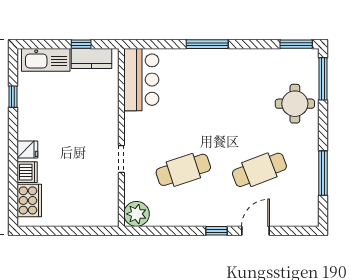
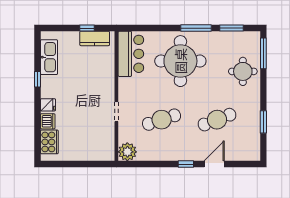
window: (207, 44) -> (196, 28), moved
window: (296, 44) -> (231, 28), moved
kitchen sink: (46, 60) -> (49, 57), moved, turned -90
round table: (209, 89) -> (180, 61), added
window: (13, 97) -> (37, 79), moved
window: (323, 173) -> (263, 122), width x0.69

